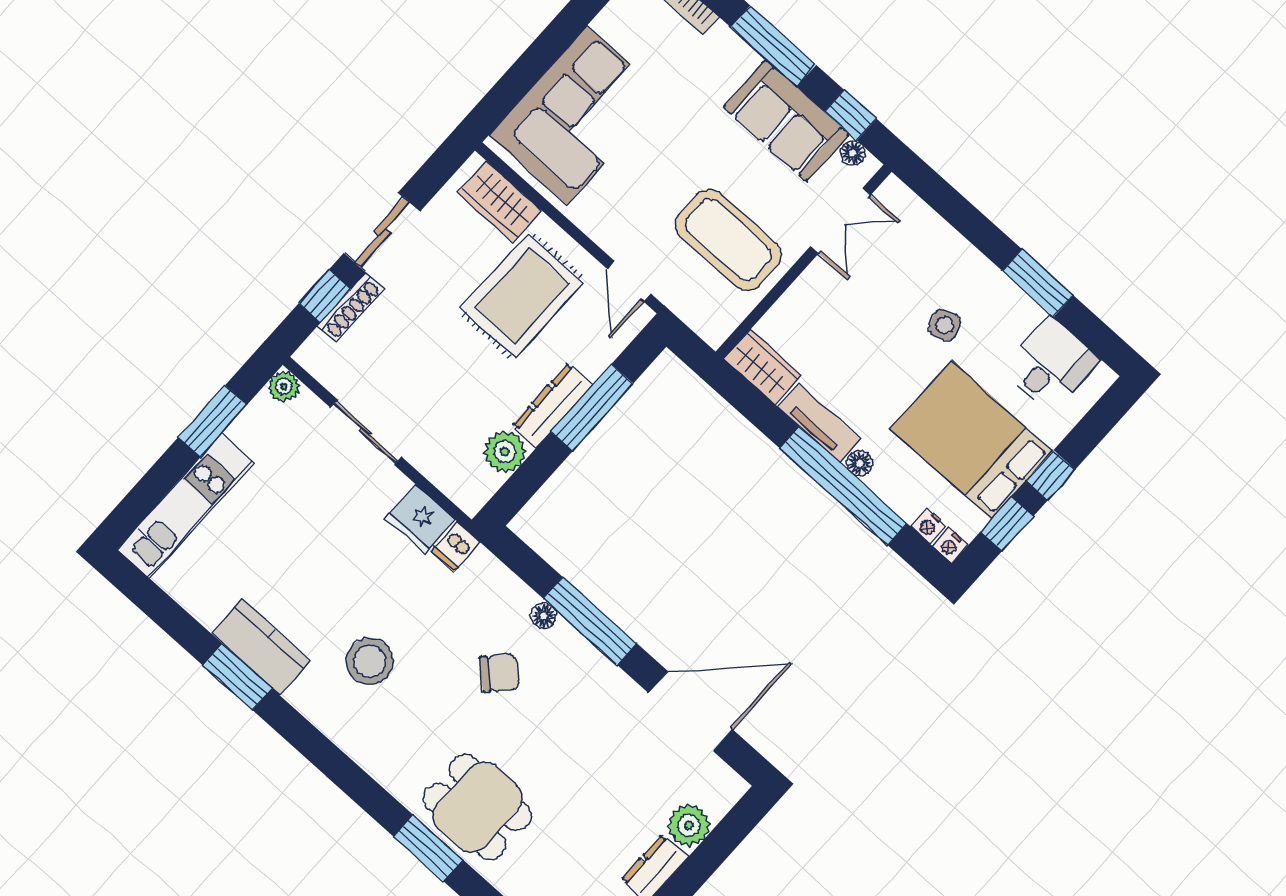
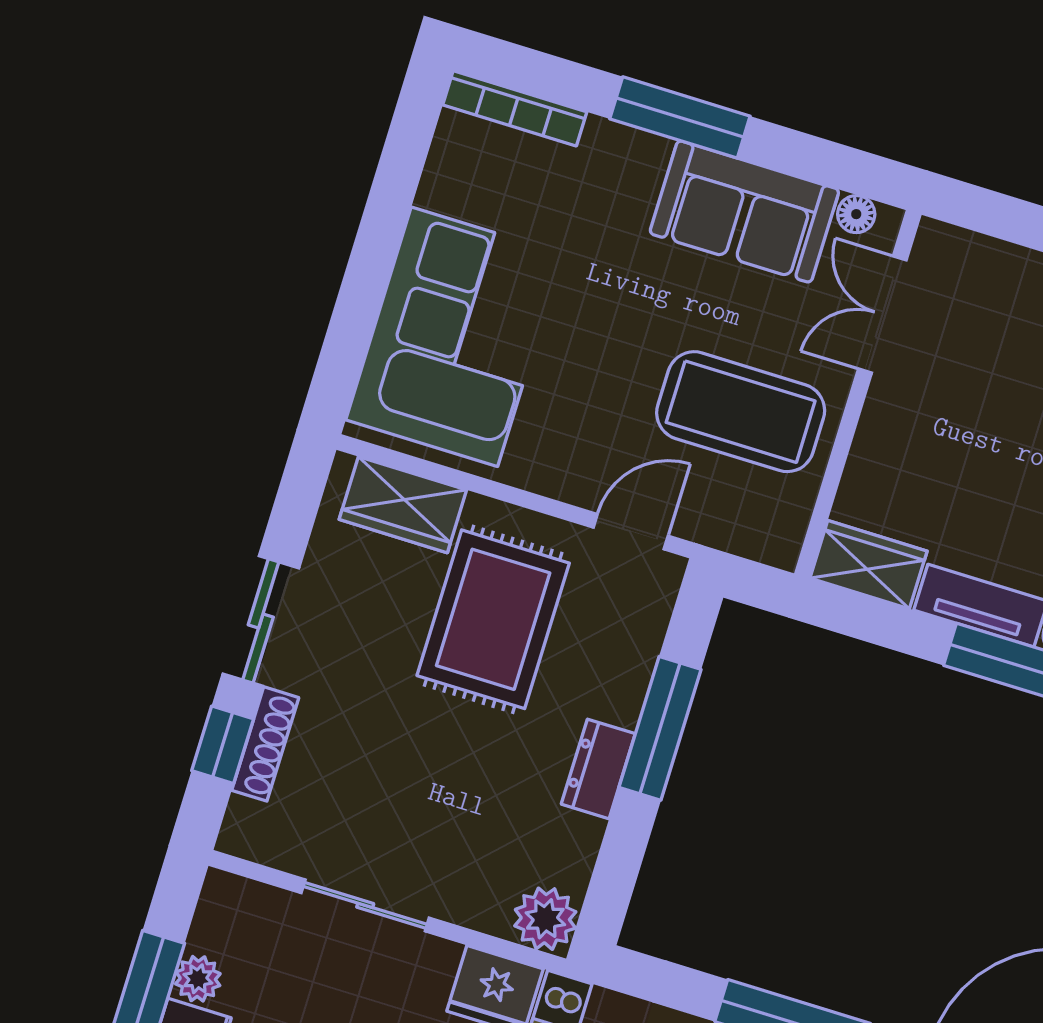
window: (850, 115) -> (829, 163), removed
double door: (841, 221) -> (882, 314), swing flipped
door: (629, 281) -> (631, 532), swing flipped
plant: (284, 386) -> (198, 979), moved
dresser: (552, 405) -> (598, 769), width x0.70
plant: (505, 452) -> (545, 919), moved

